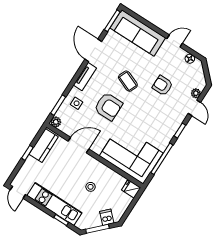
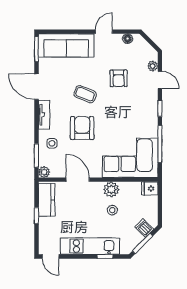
armchair: (162, 86) -> (119, 78), turned -91
armchair: (108, 107) -> (82, 128), turned -90
door: (79, 145) -> (78, 180), hinge flipped
plant: (100, 170) -> (111, 190), added

